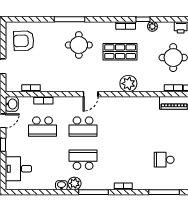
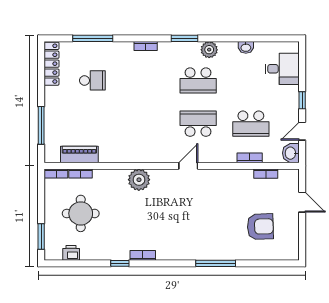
plant: (152, 26) -> (108, 254), removed
armchair: (24, 41) -> (260, 227), moved
round table: (79, 45) -> (204, 230), removed
shop shelf: (120, 52) -> (150, 221), removed
school desk: (42, 127) -> (251, 124), turned 180
washbasin: (61, 185) -> (246, 47), moved
window: (93, 192) -> (184, 38), width x0.69

